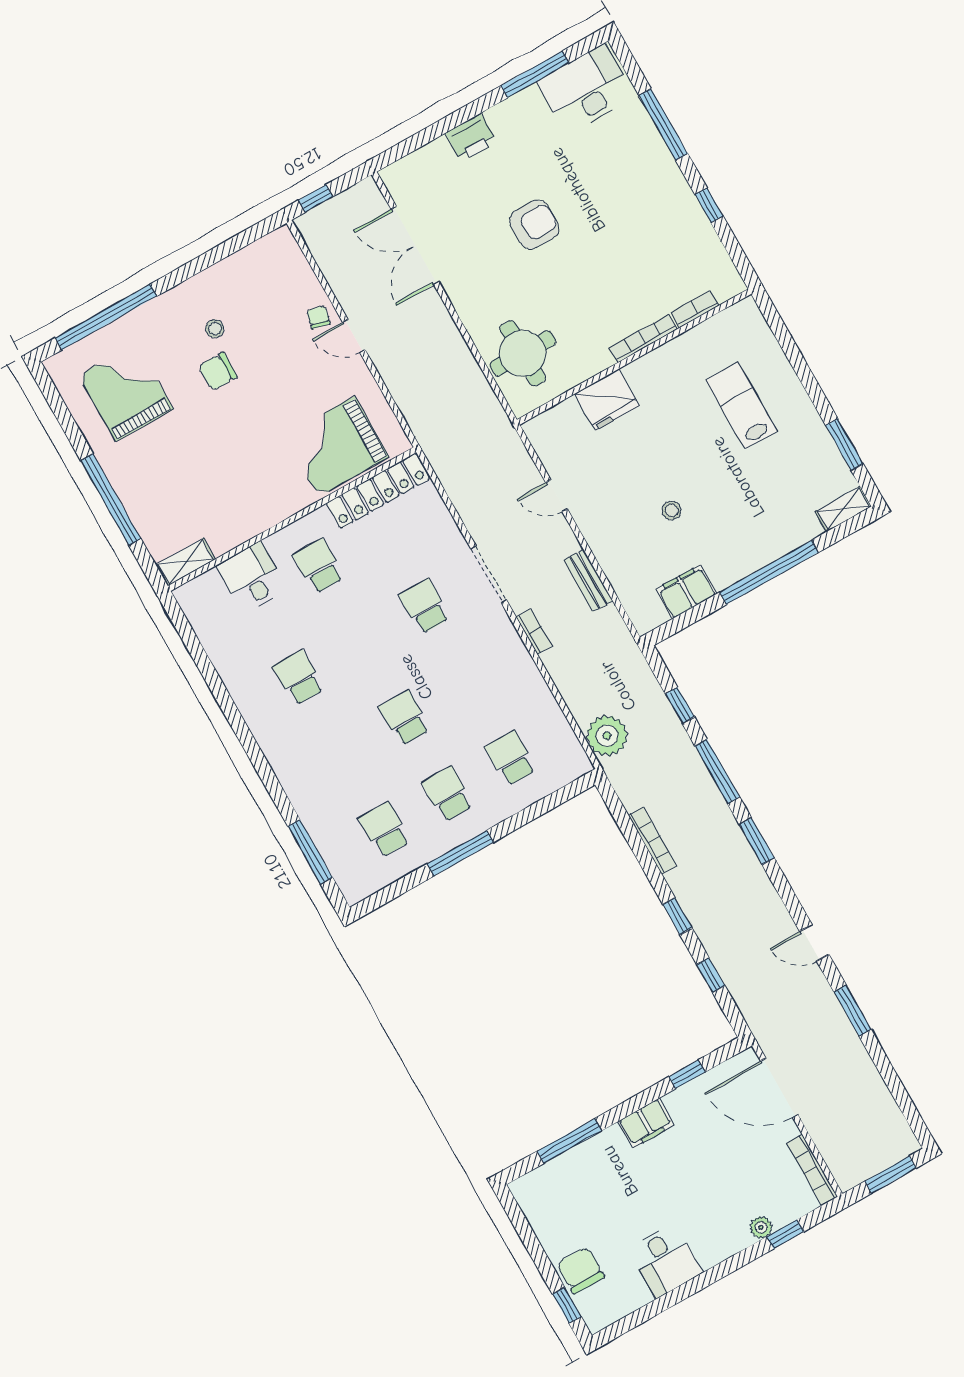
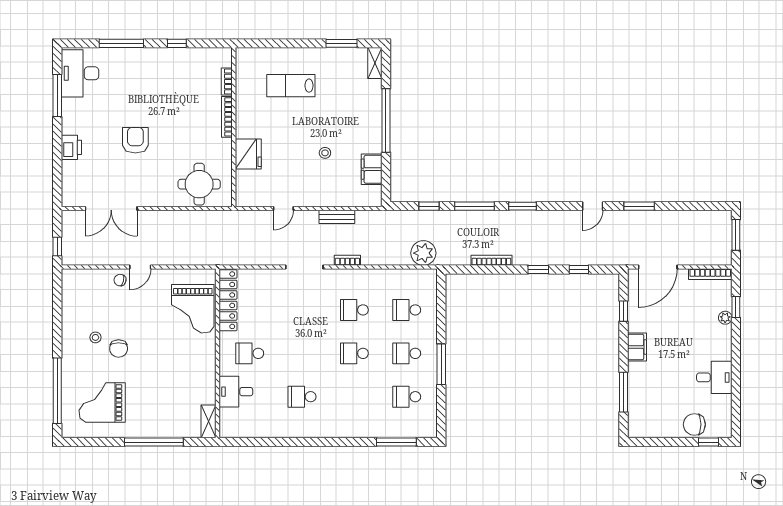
school desk: (425, 606) -> (354, 310), moved

